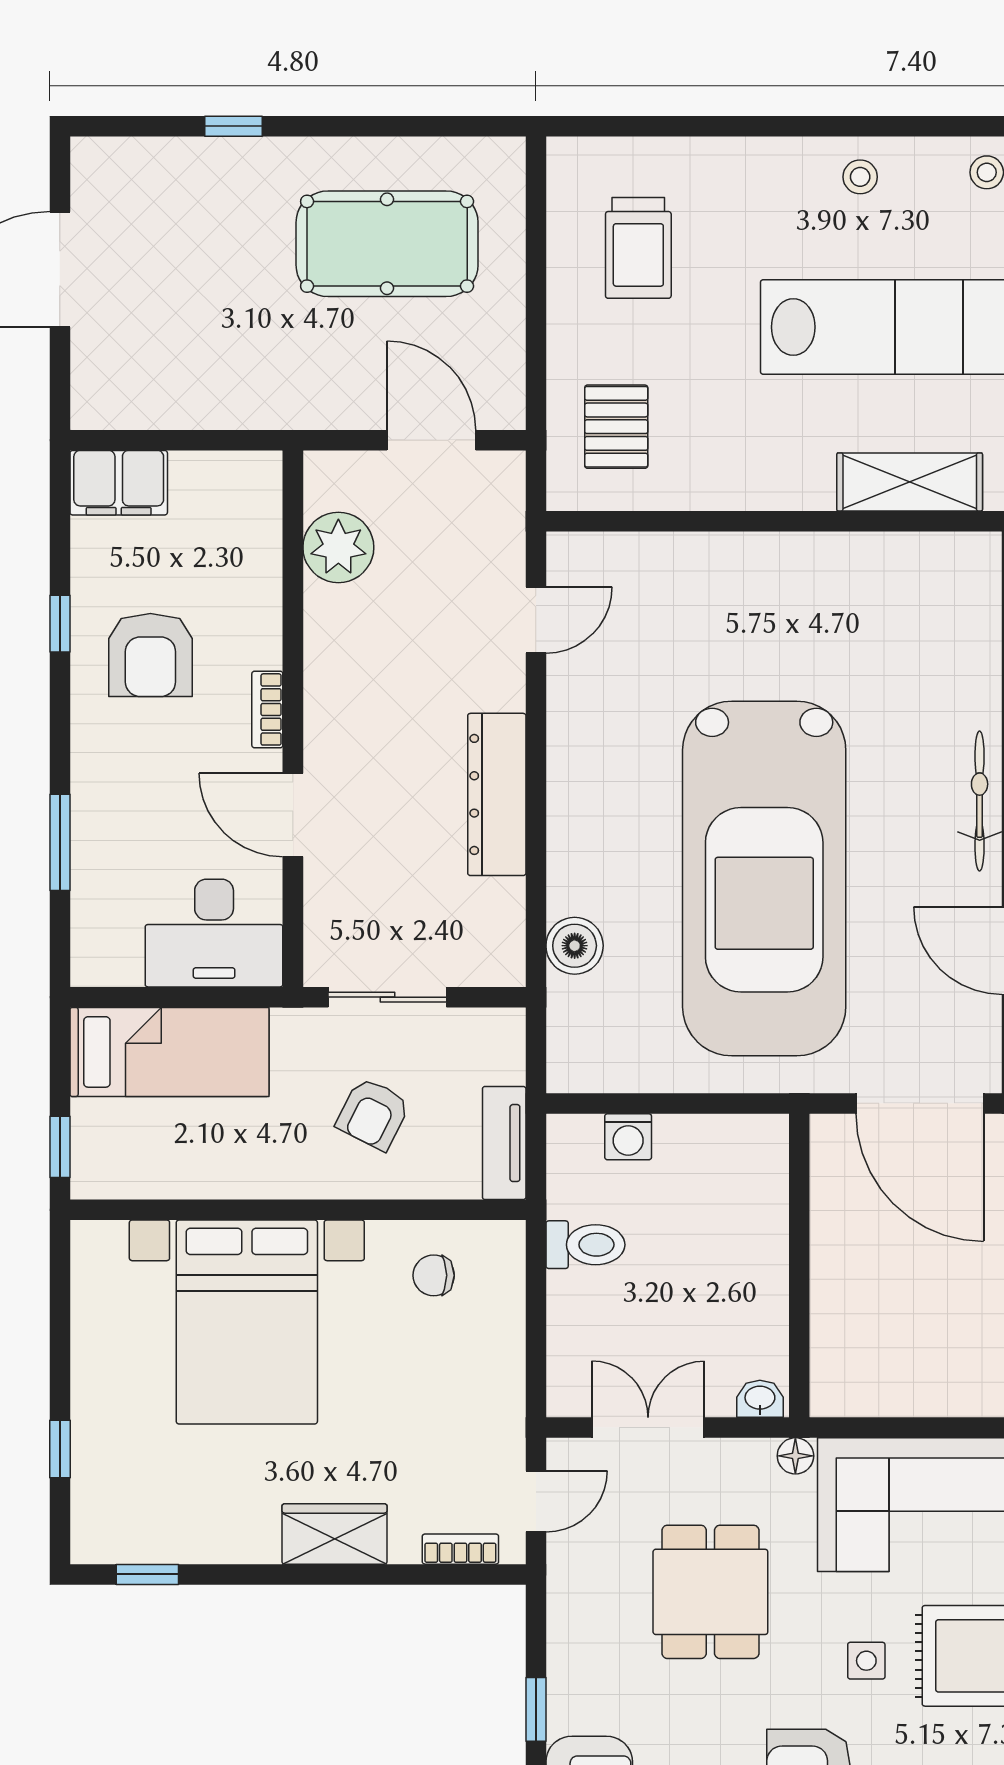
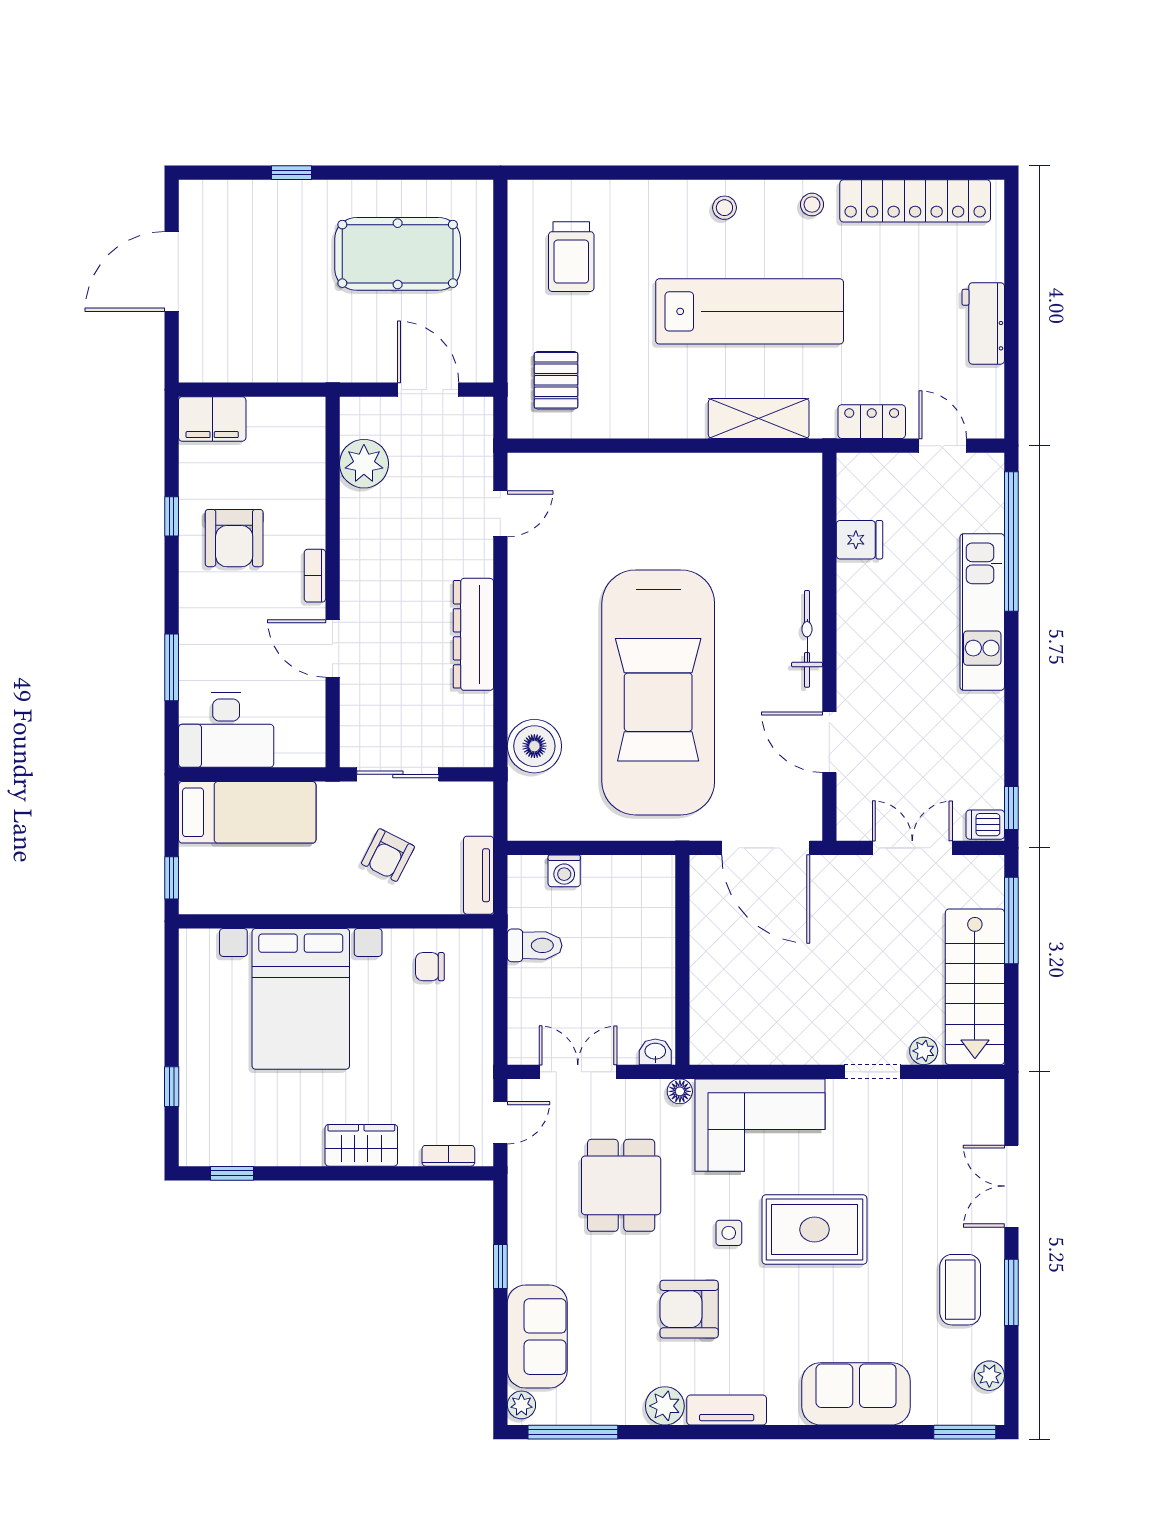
desk: (214, 933) -> (226, 730), moved
boiler: (575, 946) -> (534, 746), width x1.37, depth x1.37

